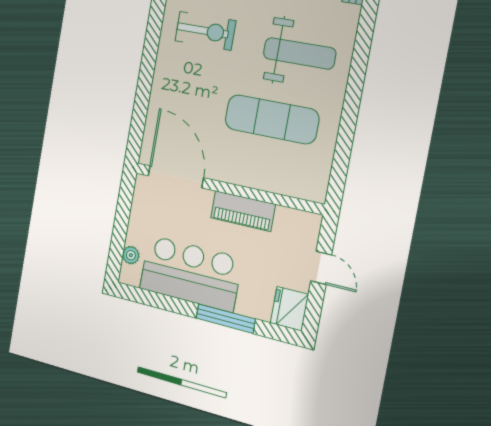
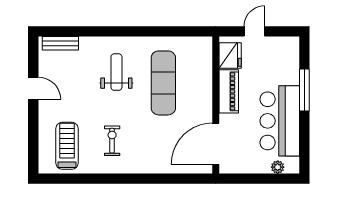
exercise bike: (205, 31) -> (112, 141), width x0.73, depth x0.72
weight bench: (299, 53) -> (116, 72), width x0.73, depth x0.75
fridge: (289, 309) -> (230, 56), moved, turned -90

